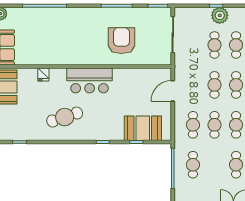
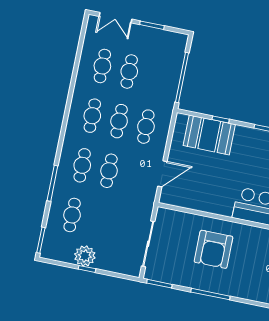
cafe table: (214, 45) -> (99, 220), removed
cafe table: (193, 165) -> (129, 71), moved

